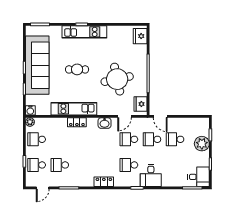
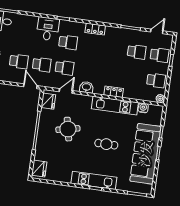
round table: (117, 79) -> (68, 129), width x0.73, depth x0.73
water cooler: (30, 110) -> (143, 108), moved

